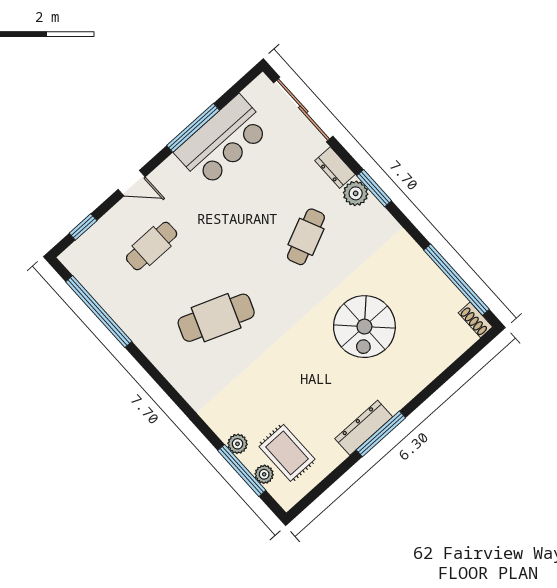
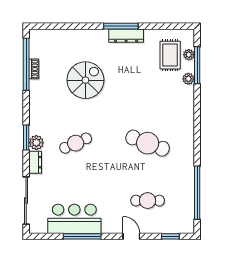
shoe rack: (475, 320) -> (34, 69), moved

